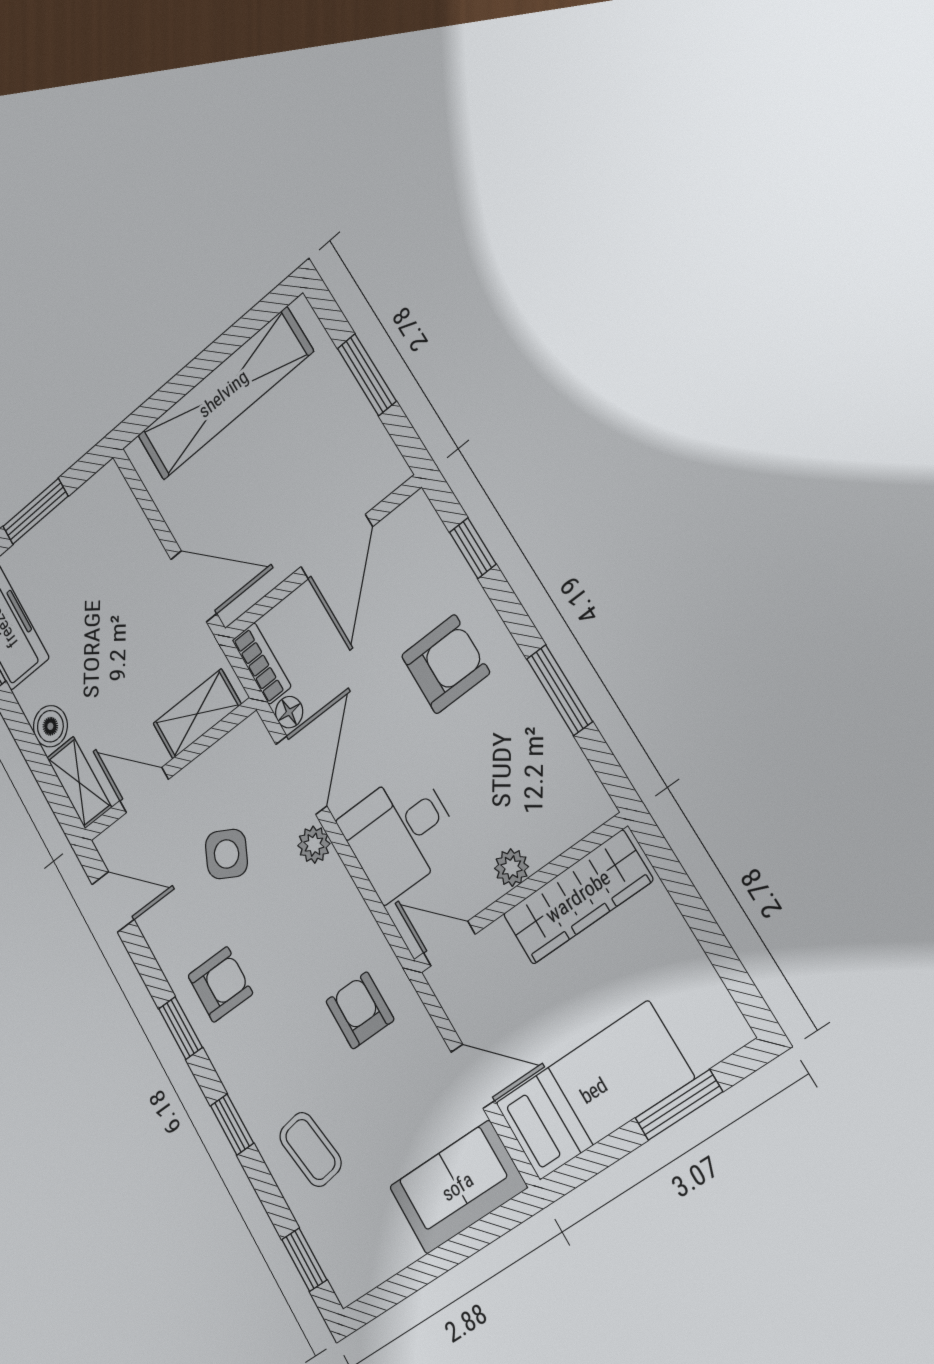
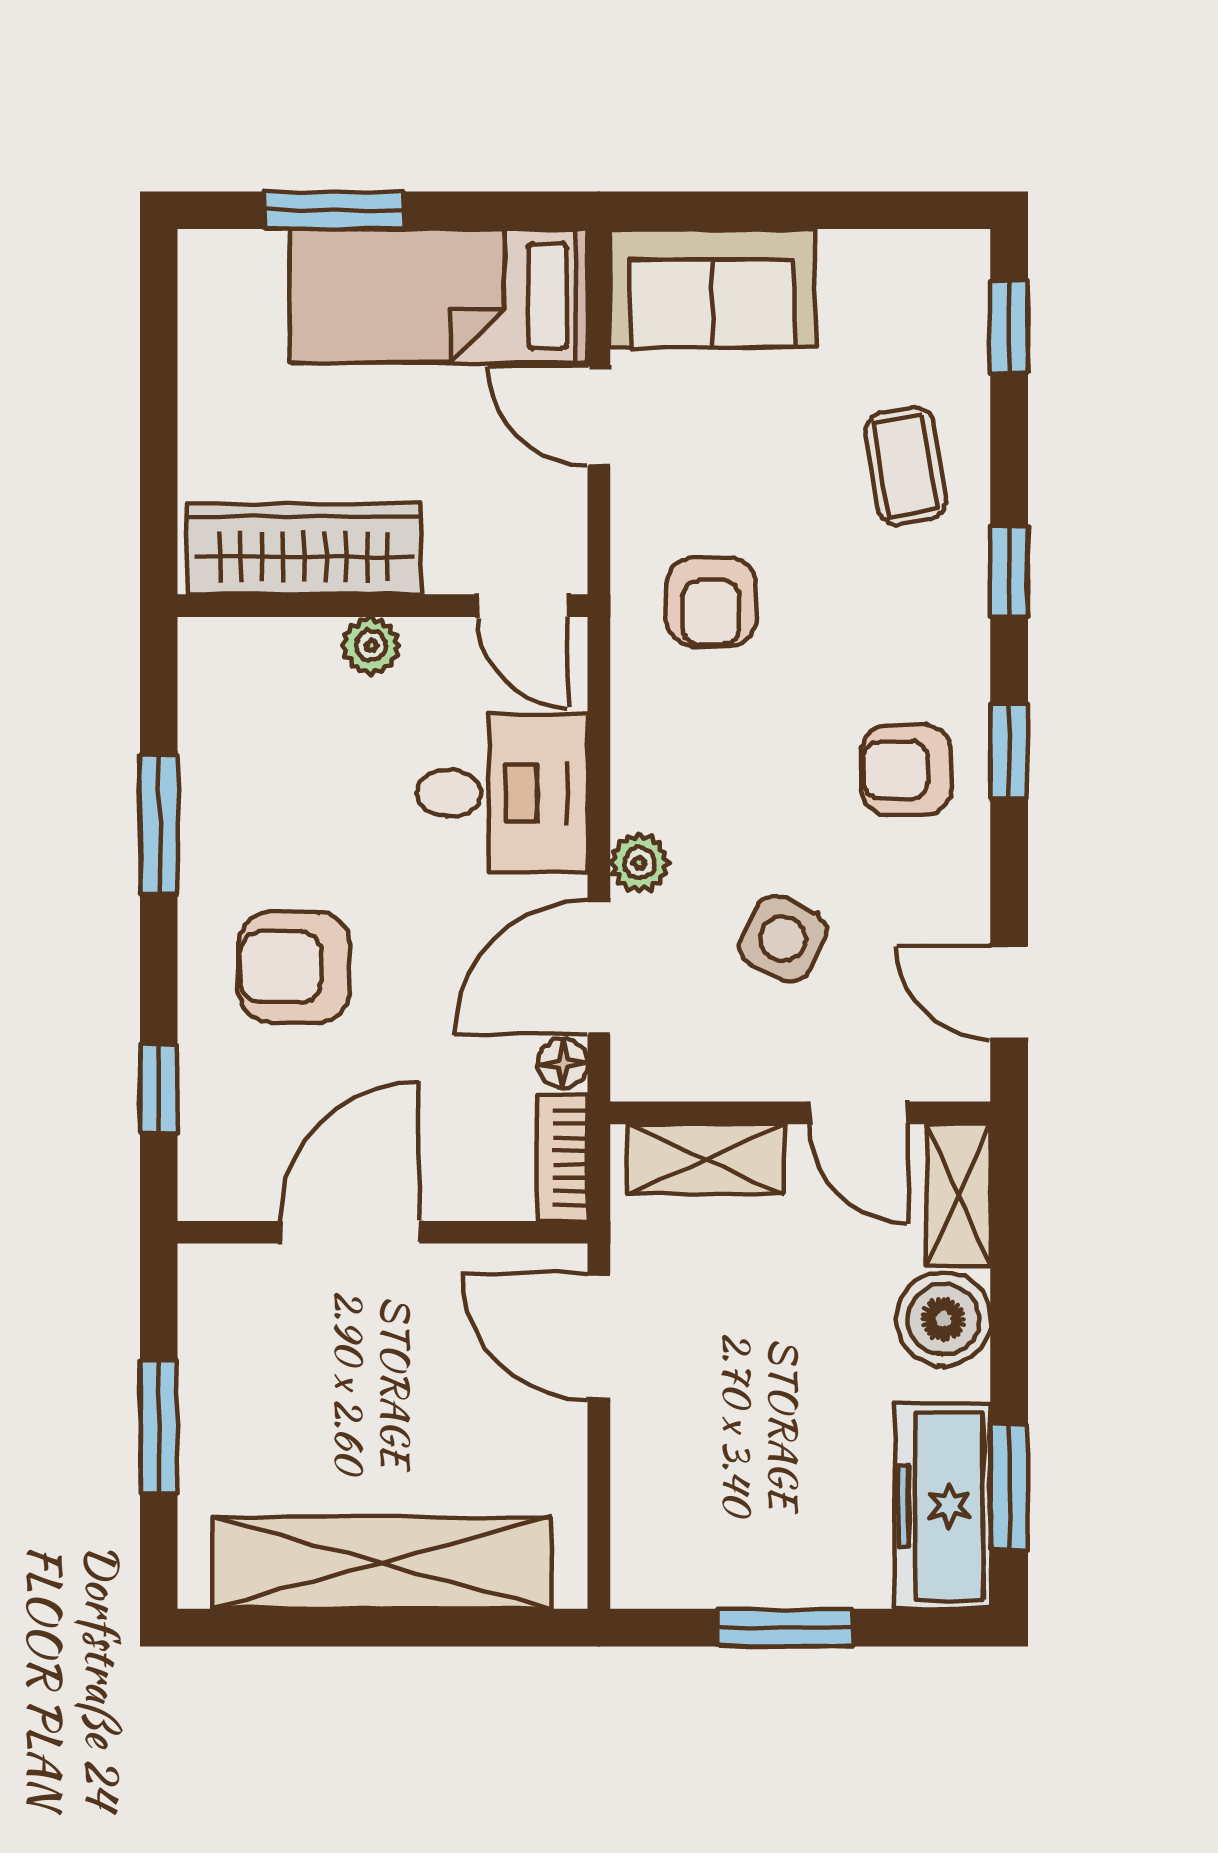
boiler: (50, 726) -> (943, 1319), width x1.36, depth x1.36

